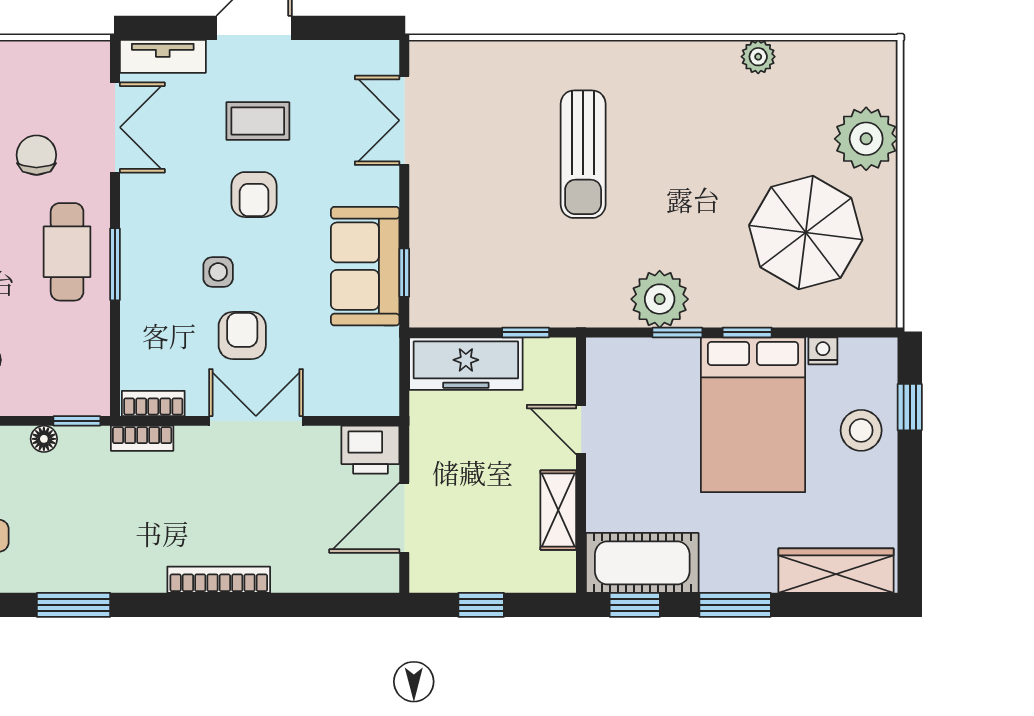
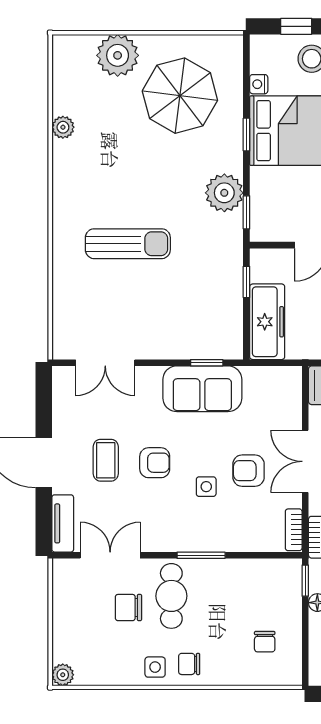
cafe table: (67, 252) -> (171, 596), moved, turned 90
window: (677, 332) -> (246, 212), moved

